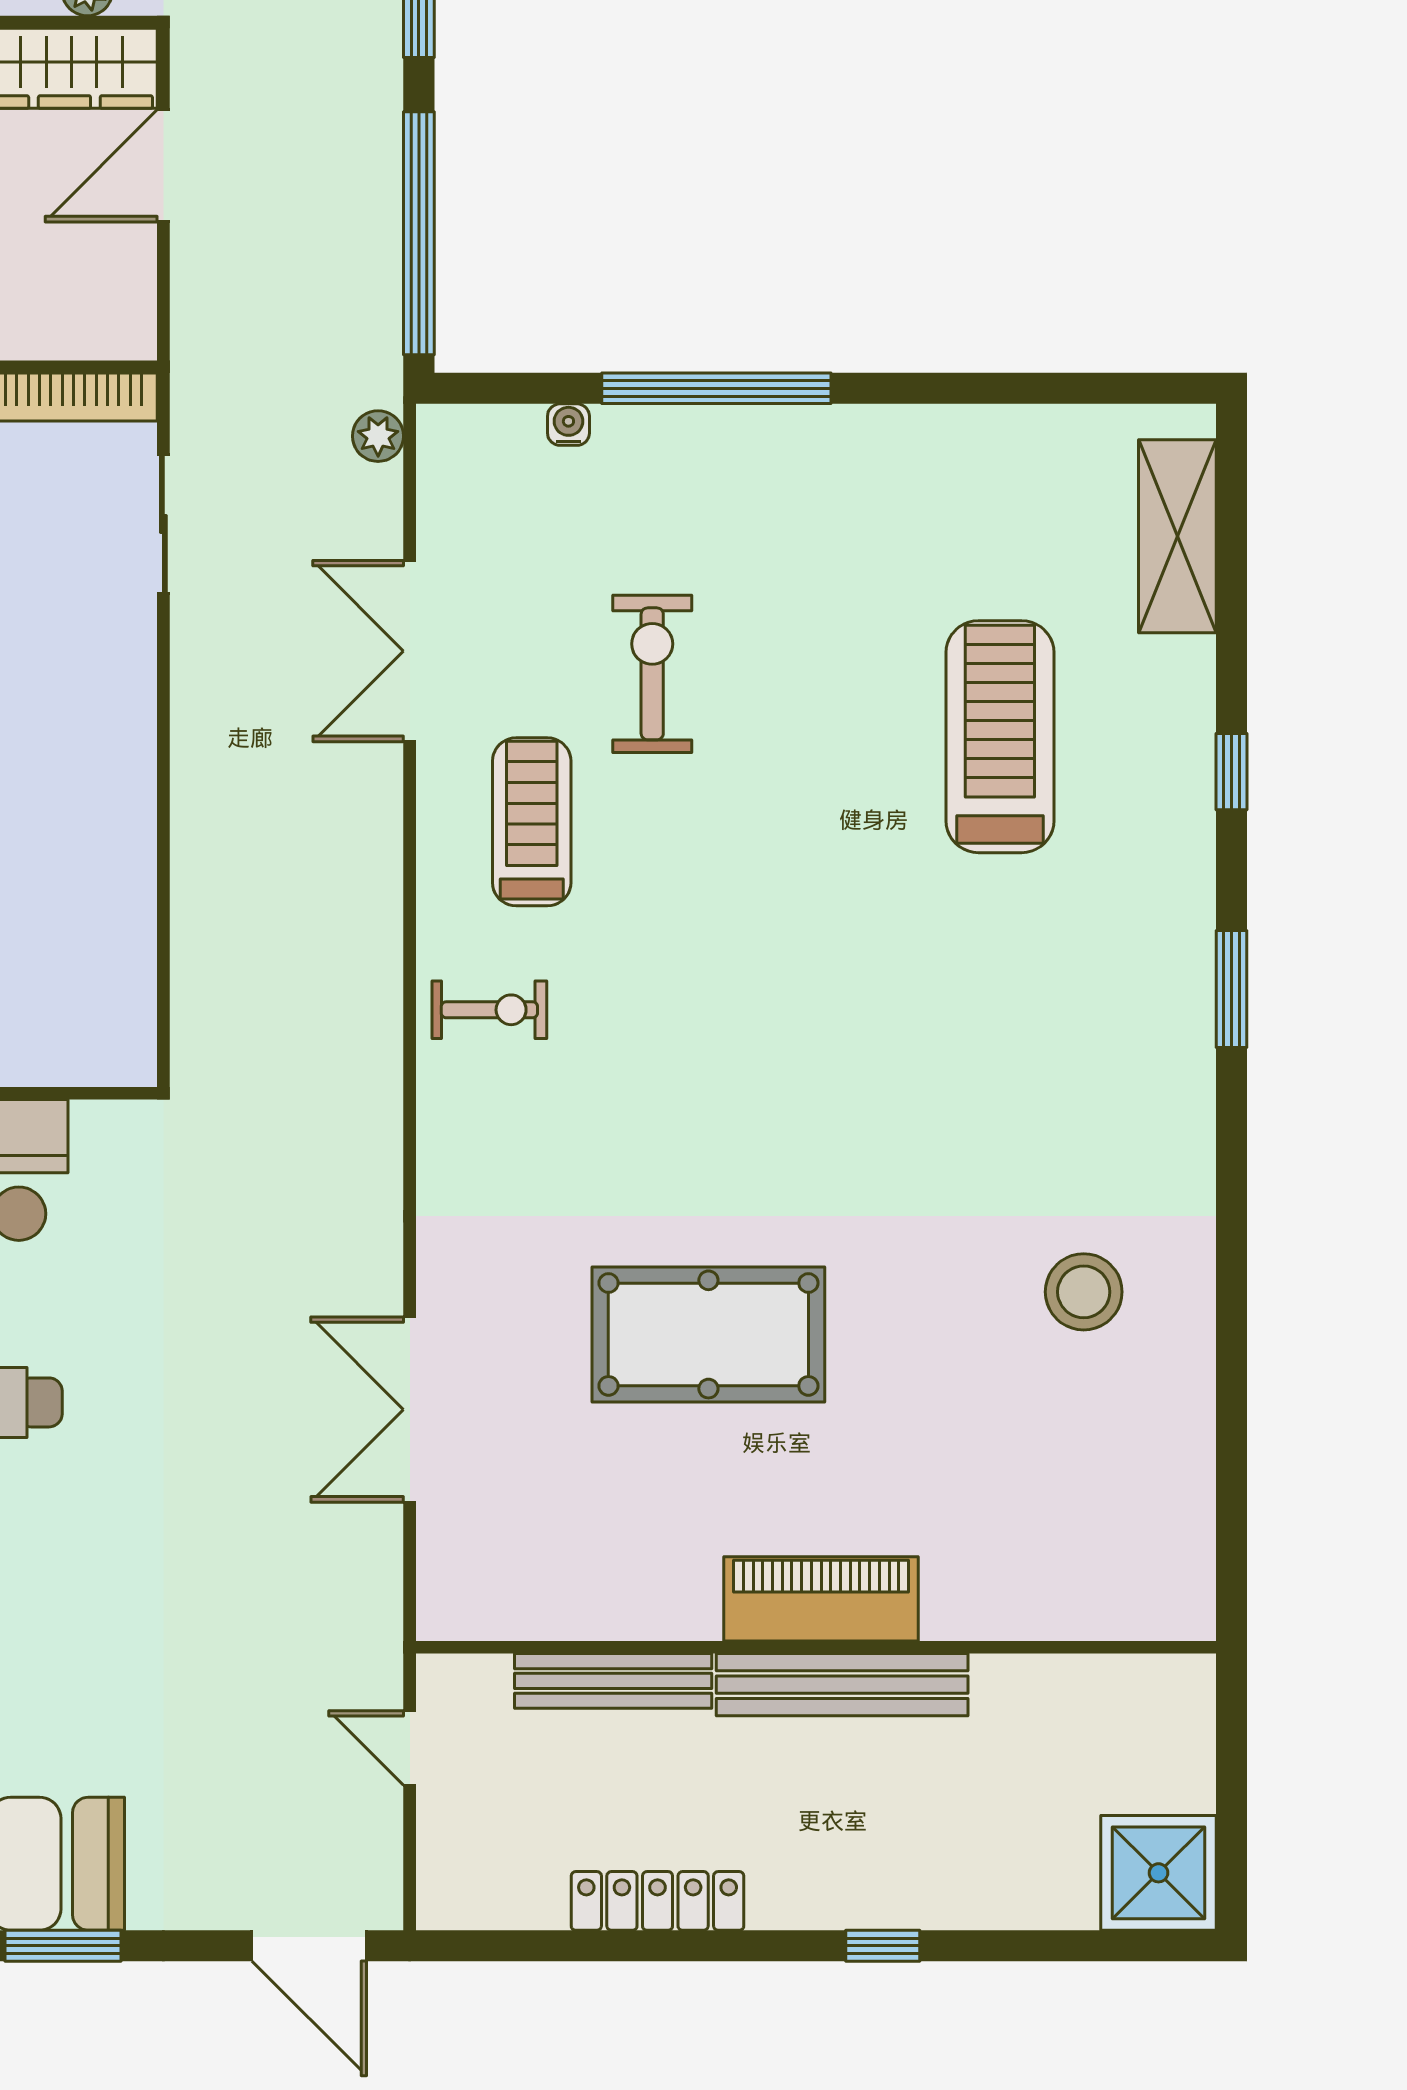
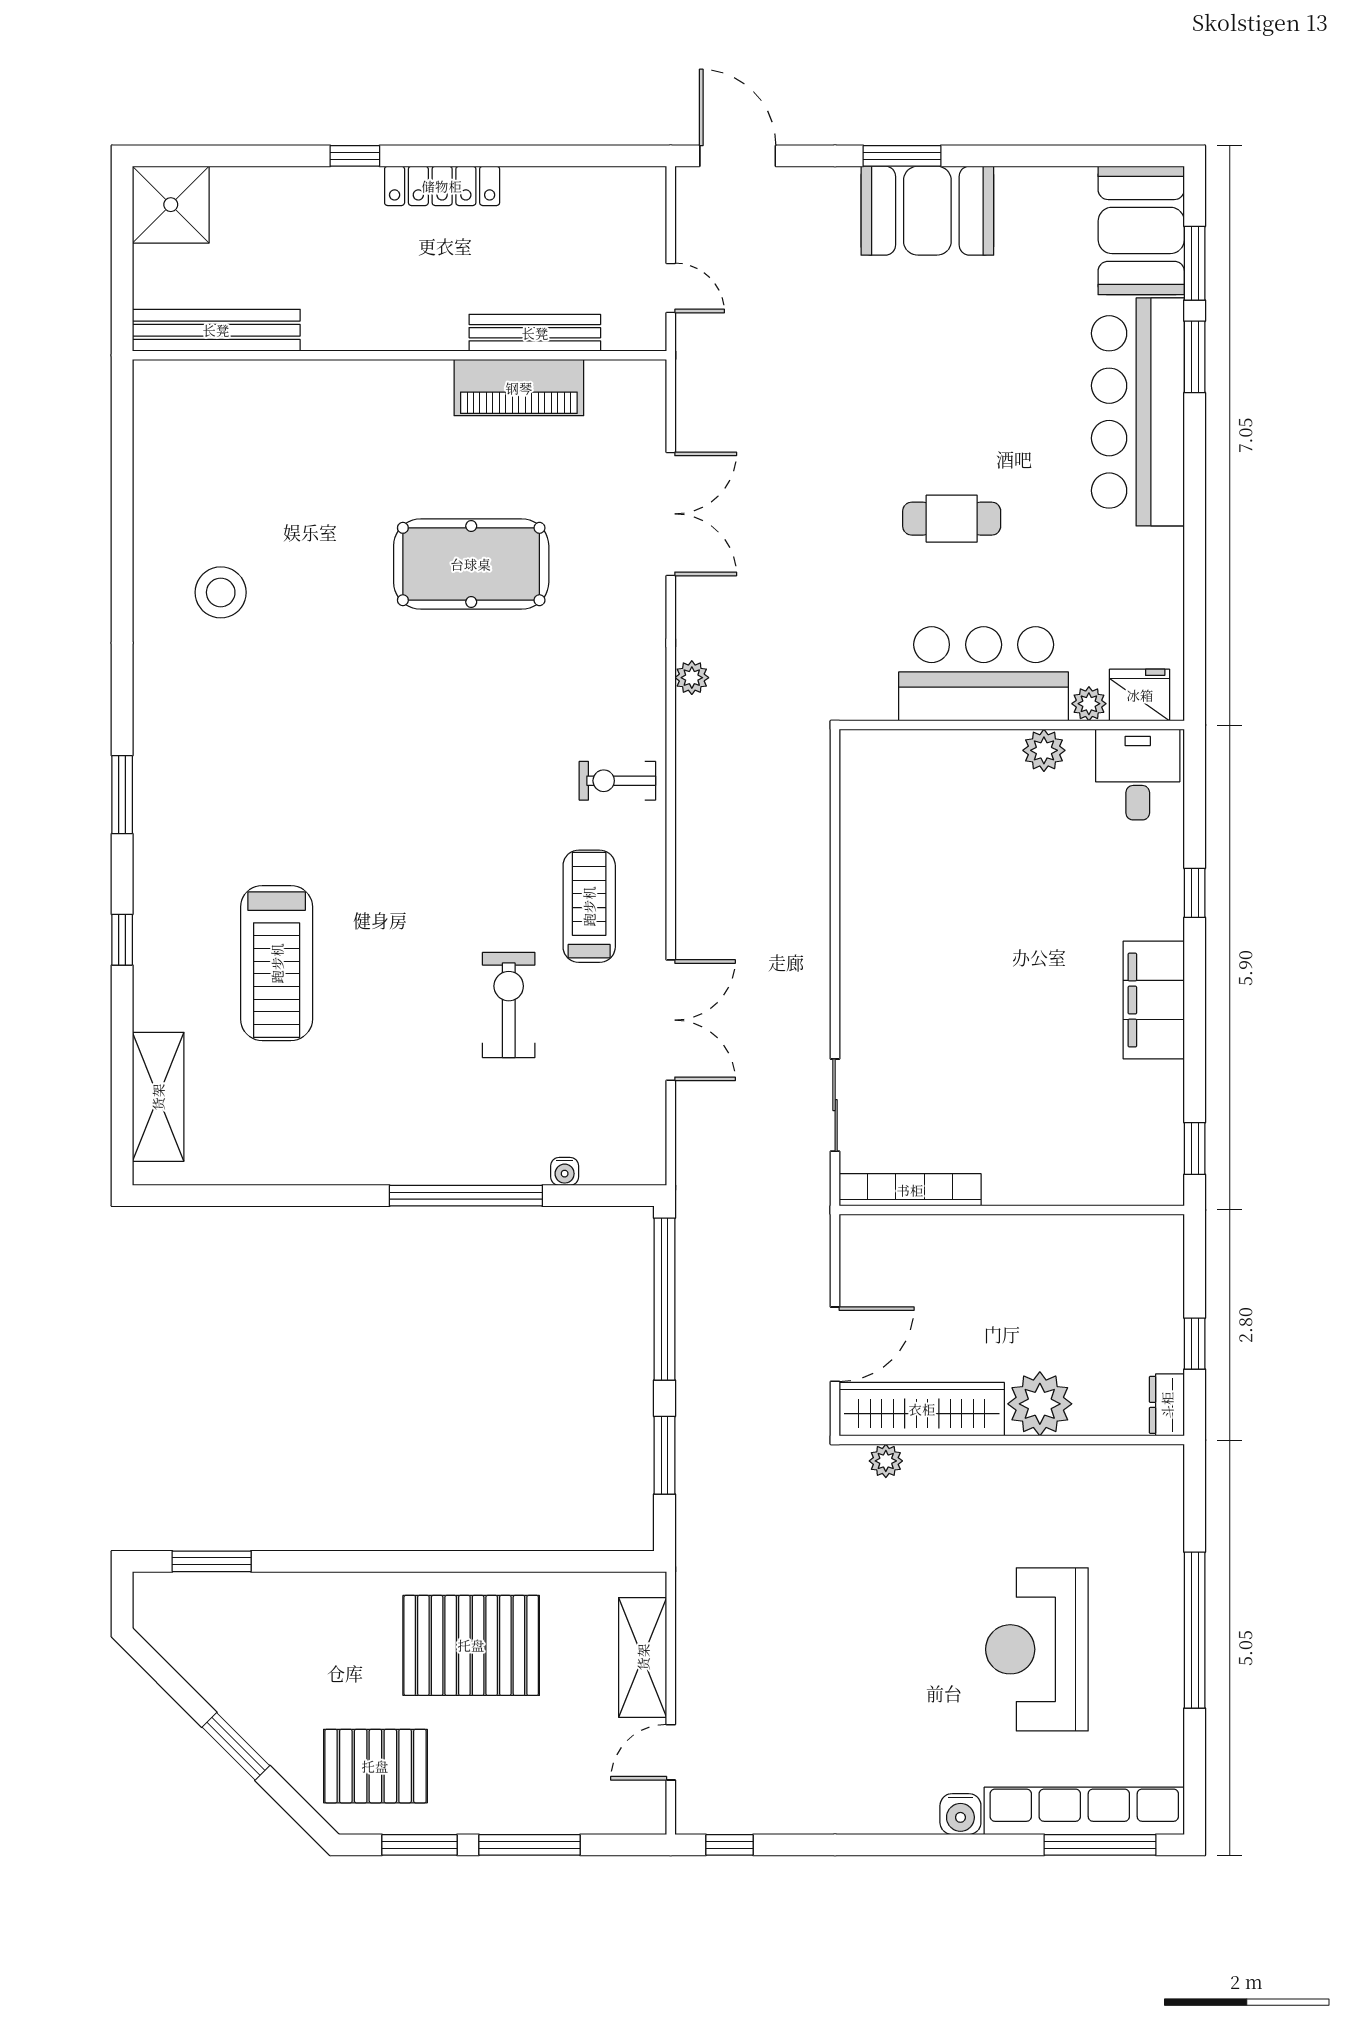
plant: (378, 436) -> (692, 678), moved
exercise bike: (652, 674) -> (509, 1005), turned 180
treadmill: (532, 822) -> (589, 906), turned 180
piano: (821, 1599) -> (519, 388), moved
bench: (842, 1685) -> (216, 330), moved
locker: (658, 1901) -> (442, 186), moved

